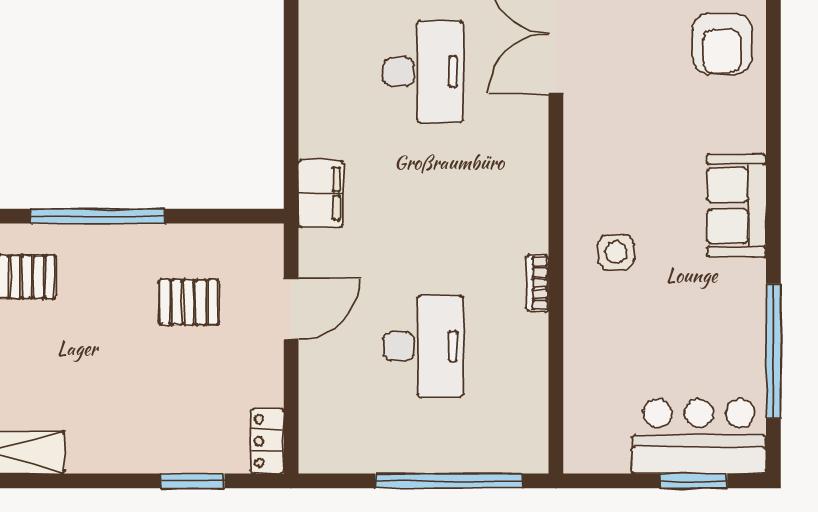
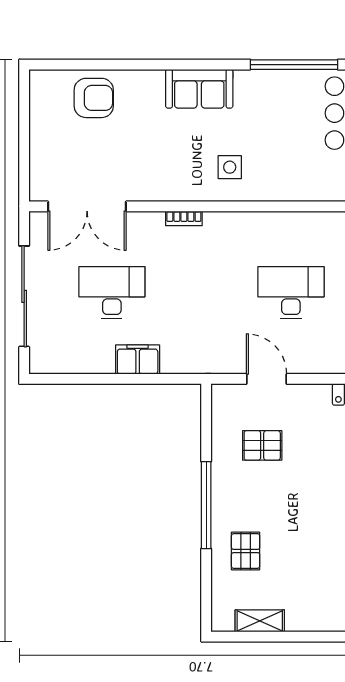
filing cabinet: (321, 194) -> (138, 360), moved
bookcase: (537, 283) -> (184, 218), moved
pallet: (189, 302) -> (262, 445), turned 90

